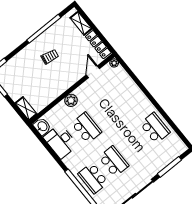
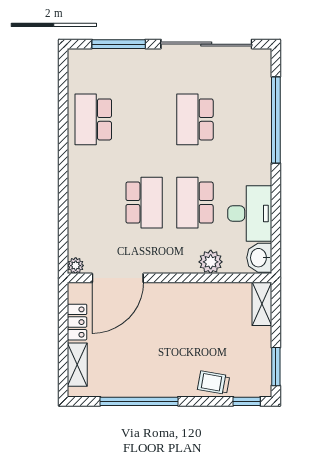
locker: (98, 45) -> (77, 322), width x0.66
trolley: (50, 57) -> (214, 383), moved
door: (93, 72) -> (118, 278), width x1.87
plant: (71, 100) -> (211, 262), moved
school desk: (93, 178) -> (144, 203), moved

